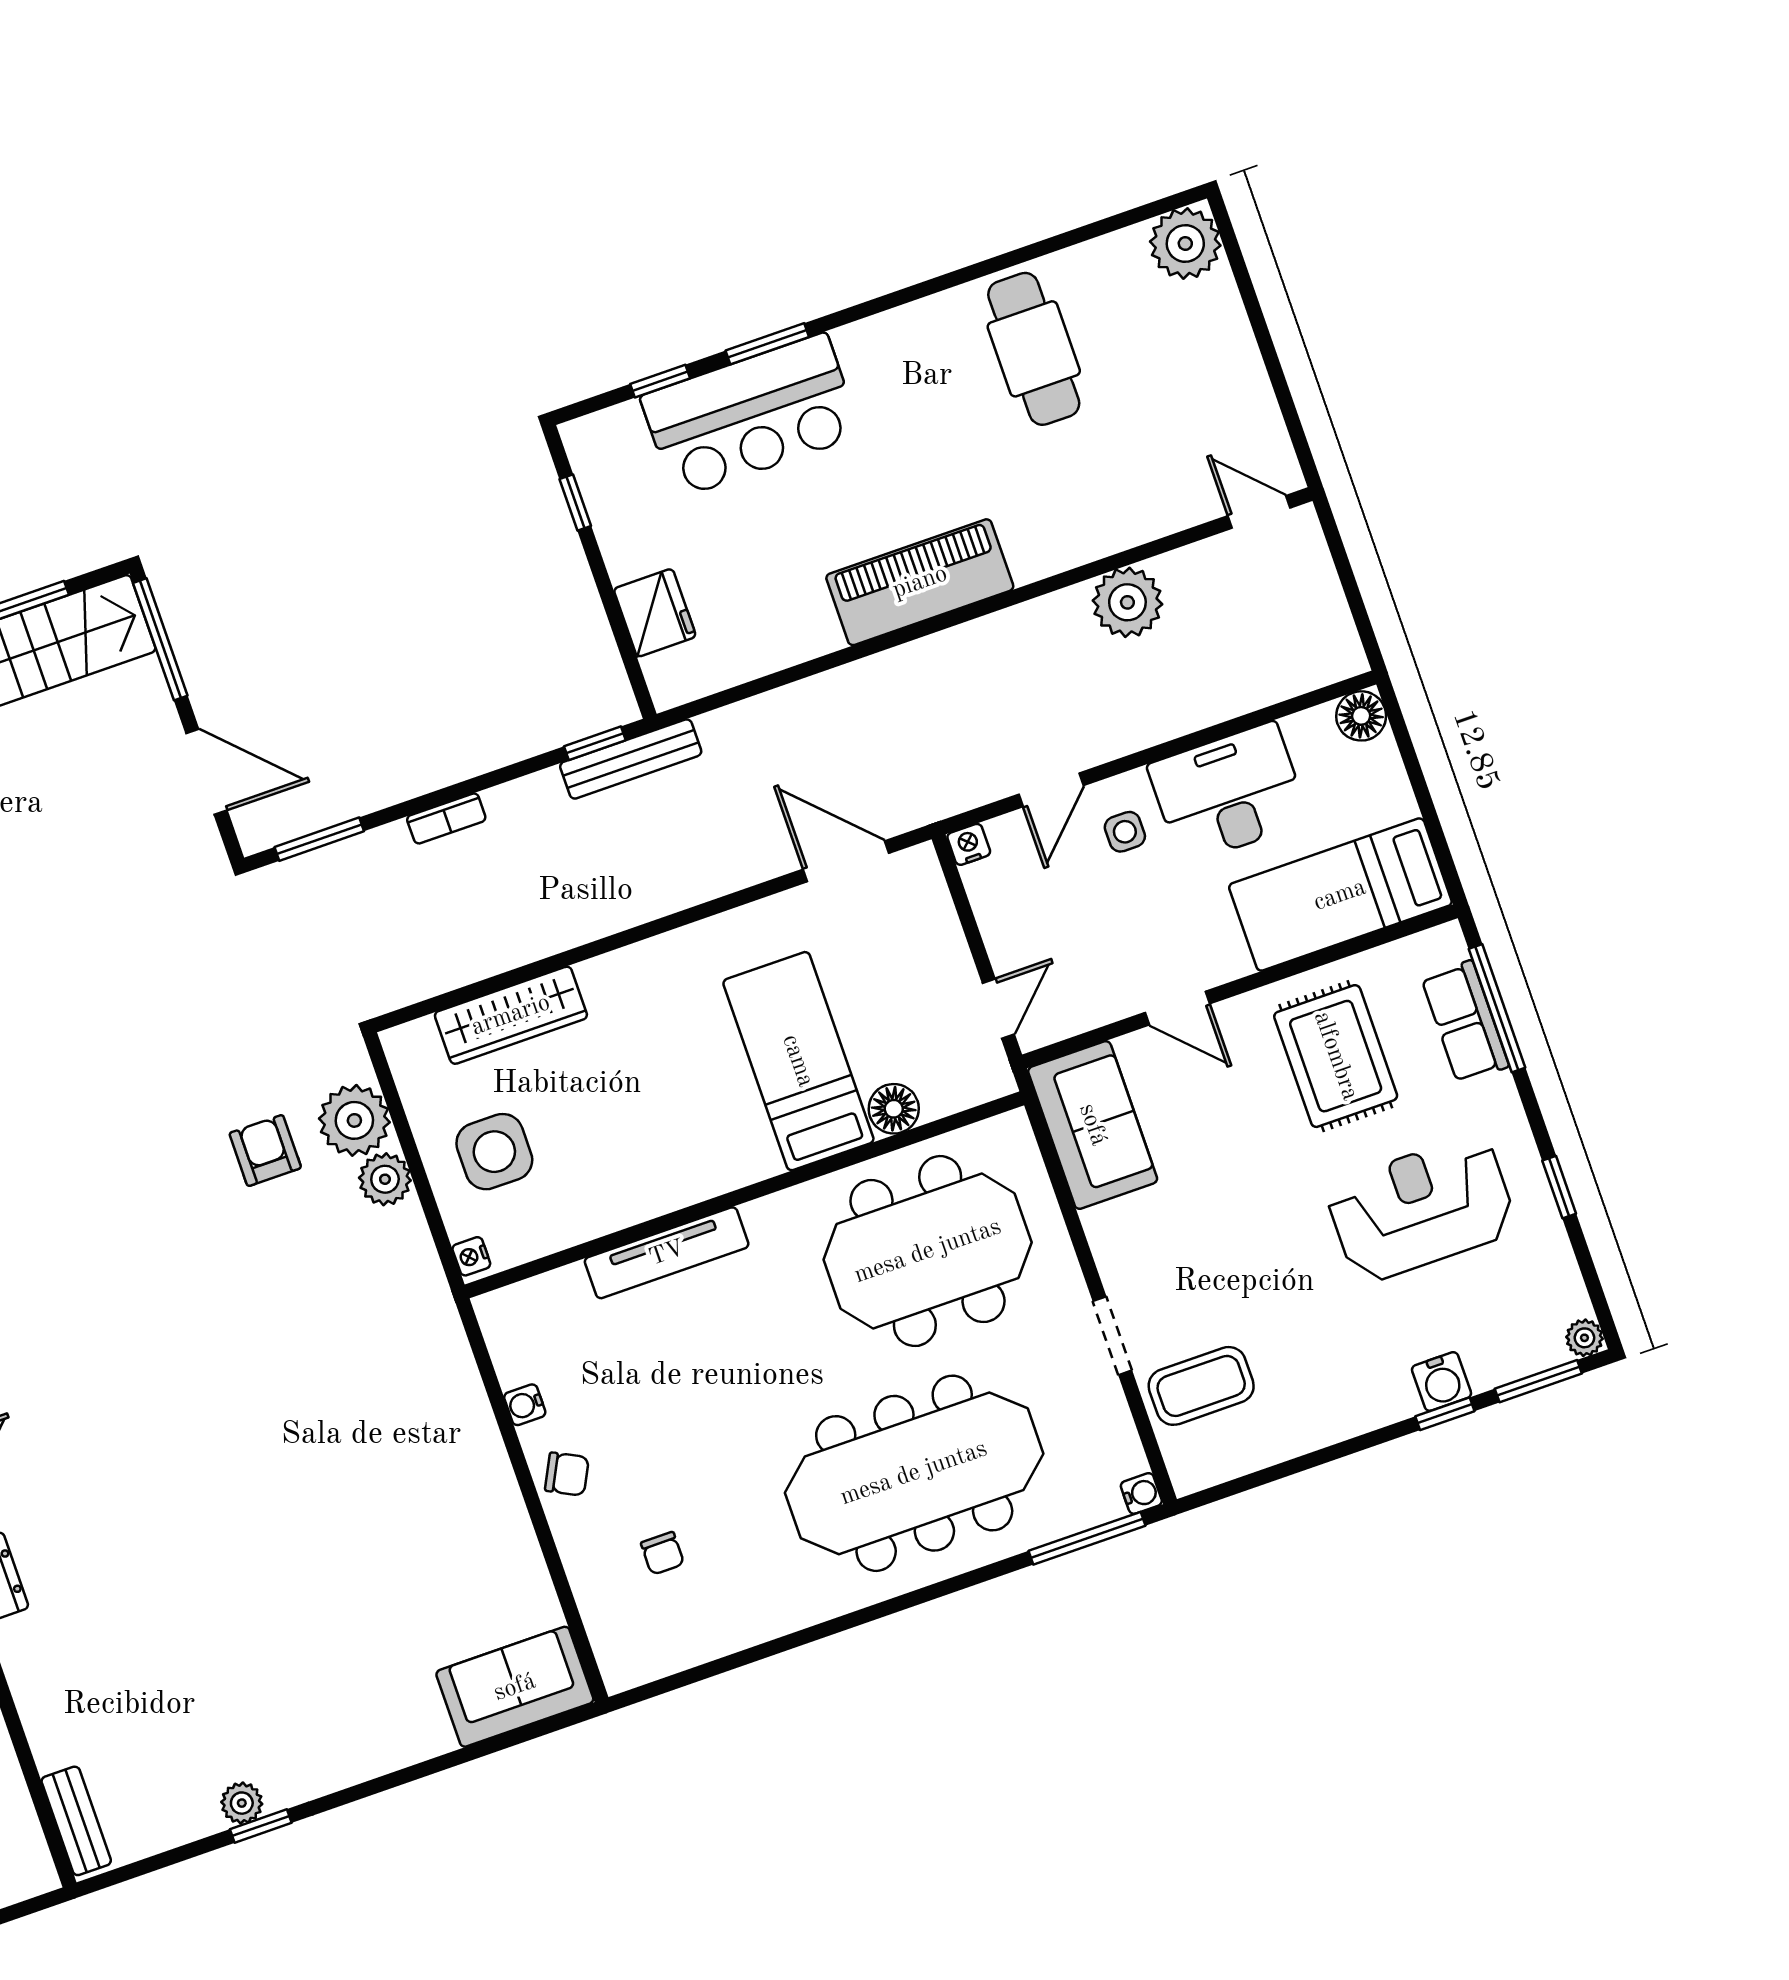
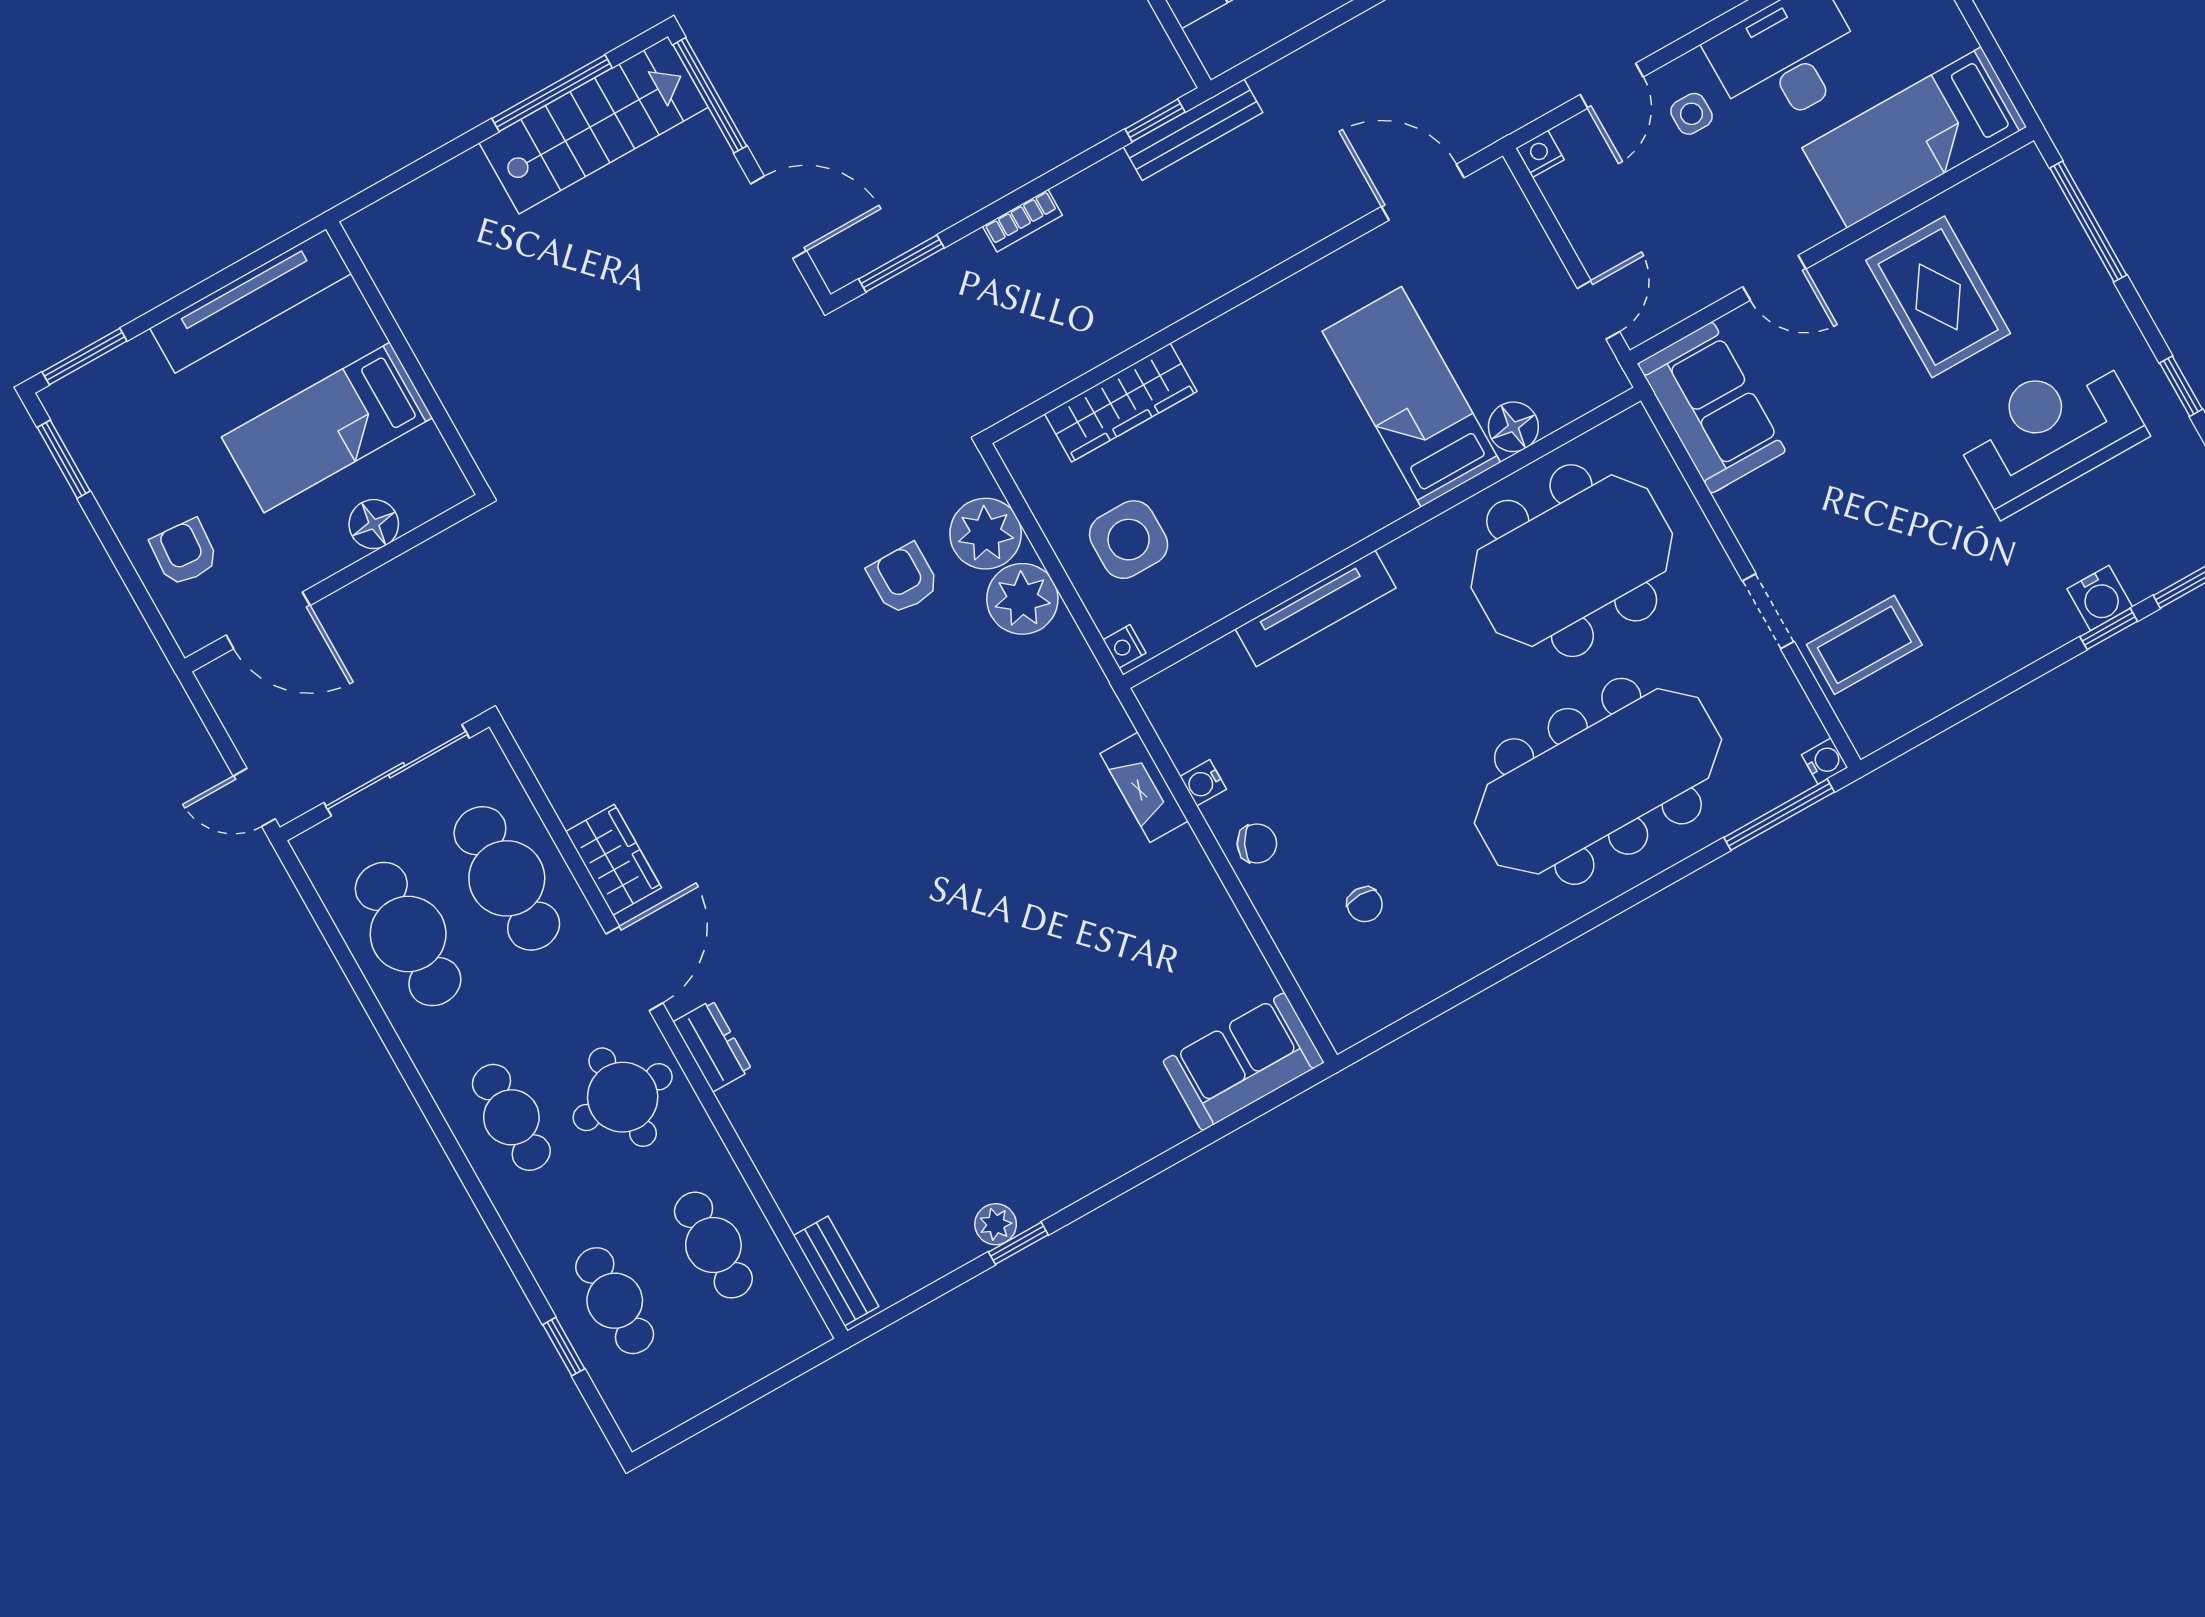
row of seats: (1465, 1022) -> (2059, 241), removed
plant: (385, 1179) -> (1022, 599), width x1.36, depth x1.36
fireplace: (466, 1399) -> (1144, 787), added

